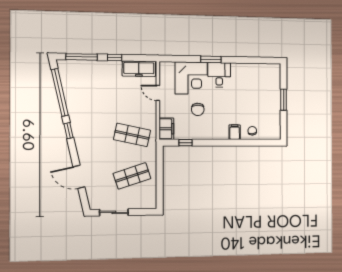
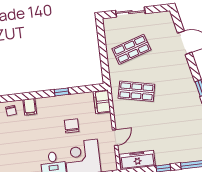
door: (158, 93) -> (115, 138), hinge flipped
window: (185, 143) -> (61, 92), moved
sliding door: (114, 212) -> (130, 12), moved

